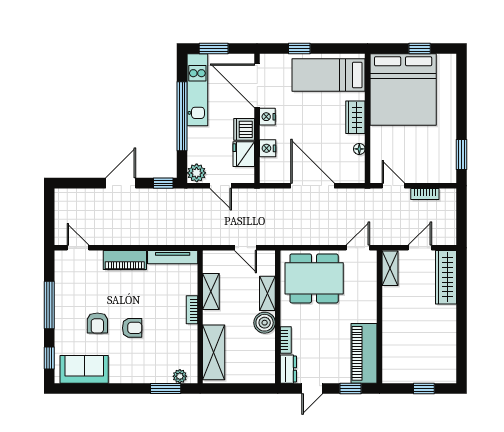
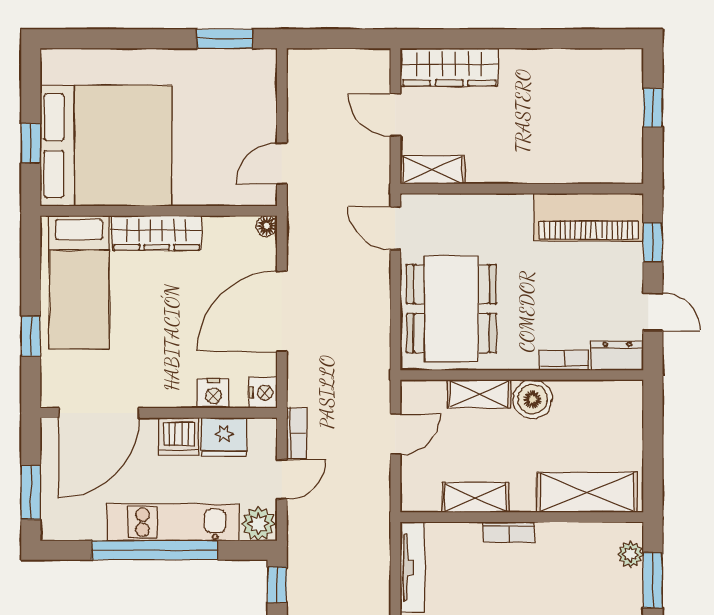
window: (420, 49) -> (31, 143), moved
kitchen unit: (197, 90) -> (173, 522), moved
nightstand: (267, 117) -> (263, 393), moved, turned -90
wardrobe: (355, 117) -> (157, 233), width x1.50
floor lamp: (359, 149) -> (267, 226), moved
bookcase: (425, 194) -> (297, 433), moved

